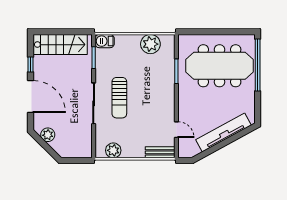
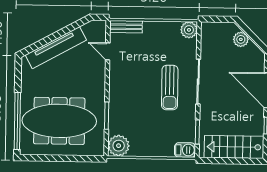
plant: (150, 44) -> (119, 146), moved
sun lounger: (119, 98) -> (170, 88), turned 180
plant: (48, 135) -> (241, 39), moved
plant: (113, 150) -> (189, 30), moved

